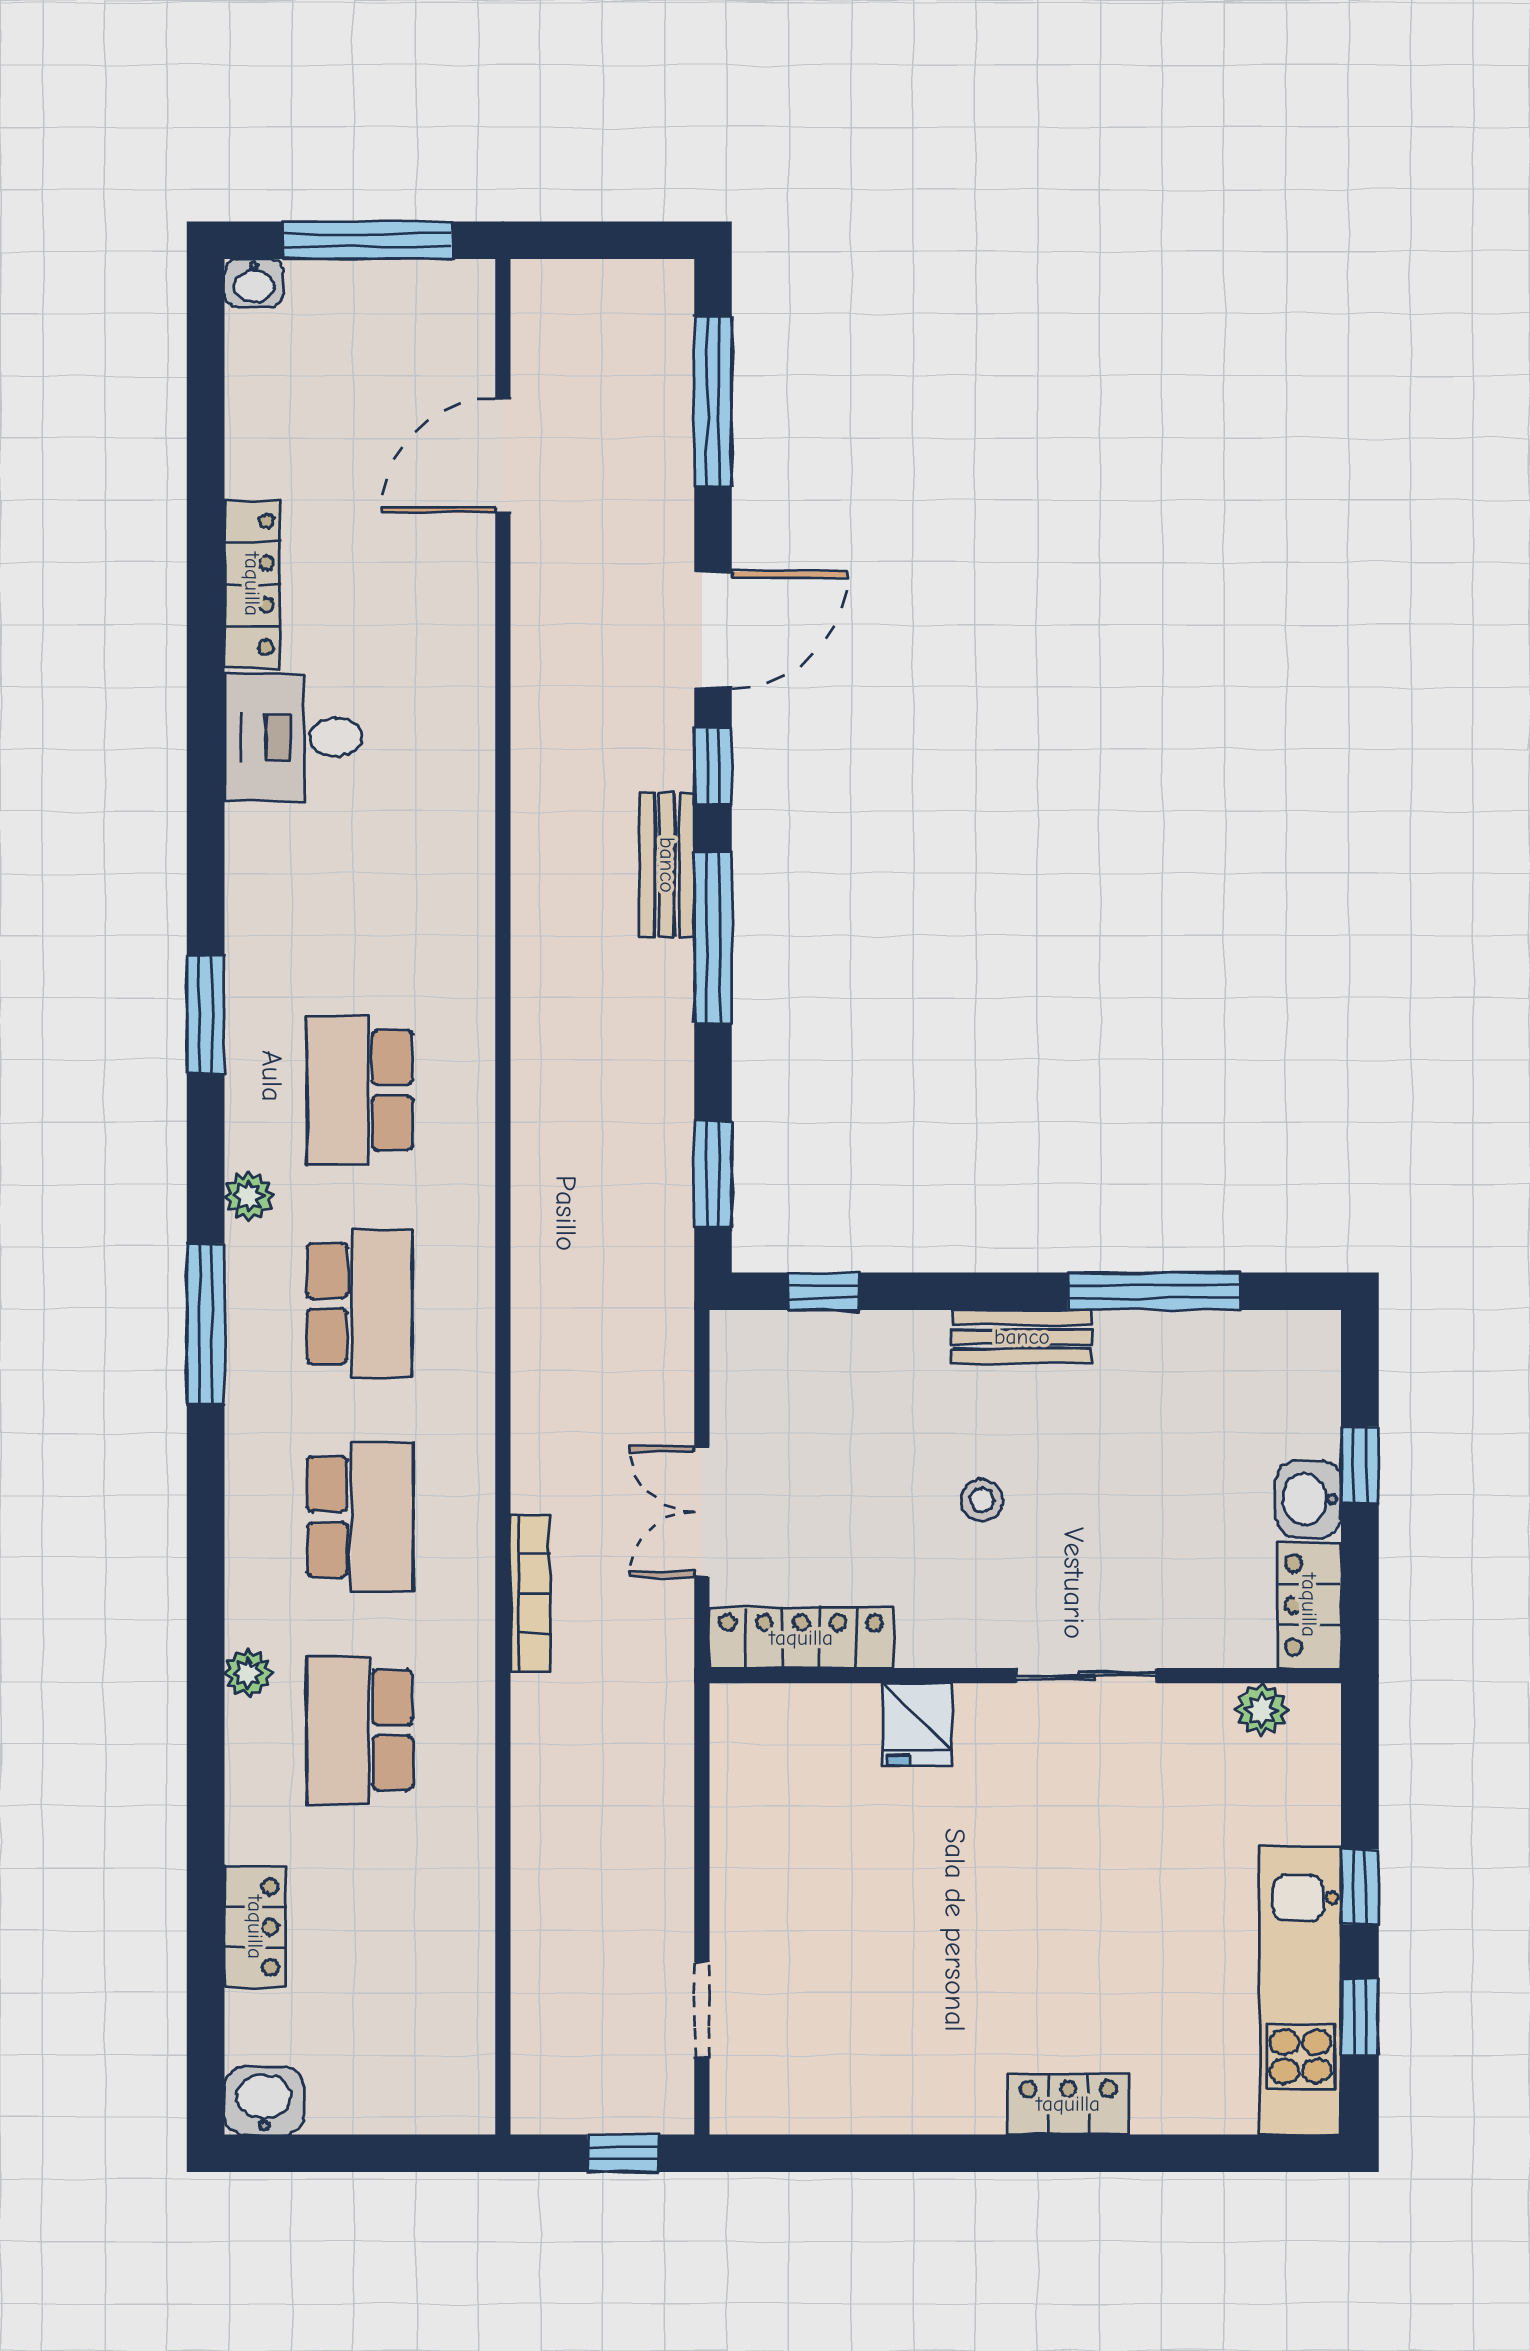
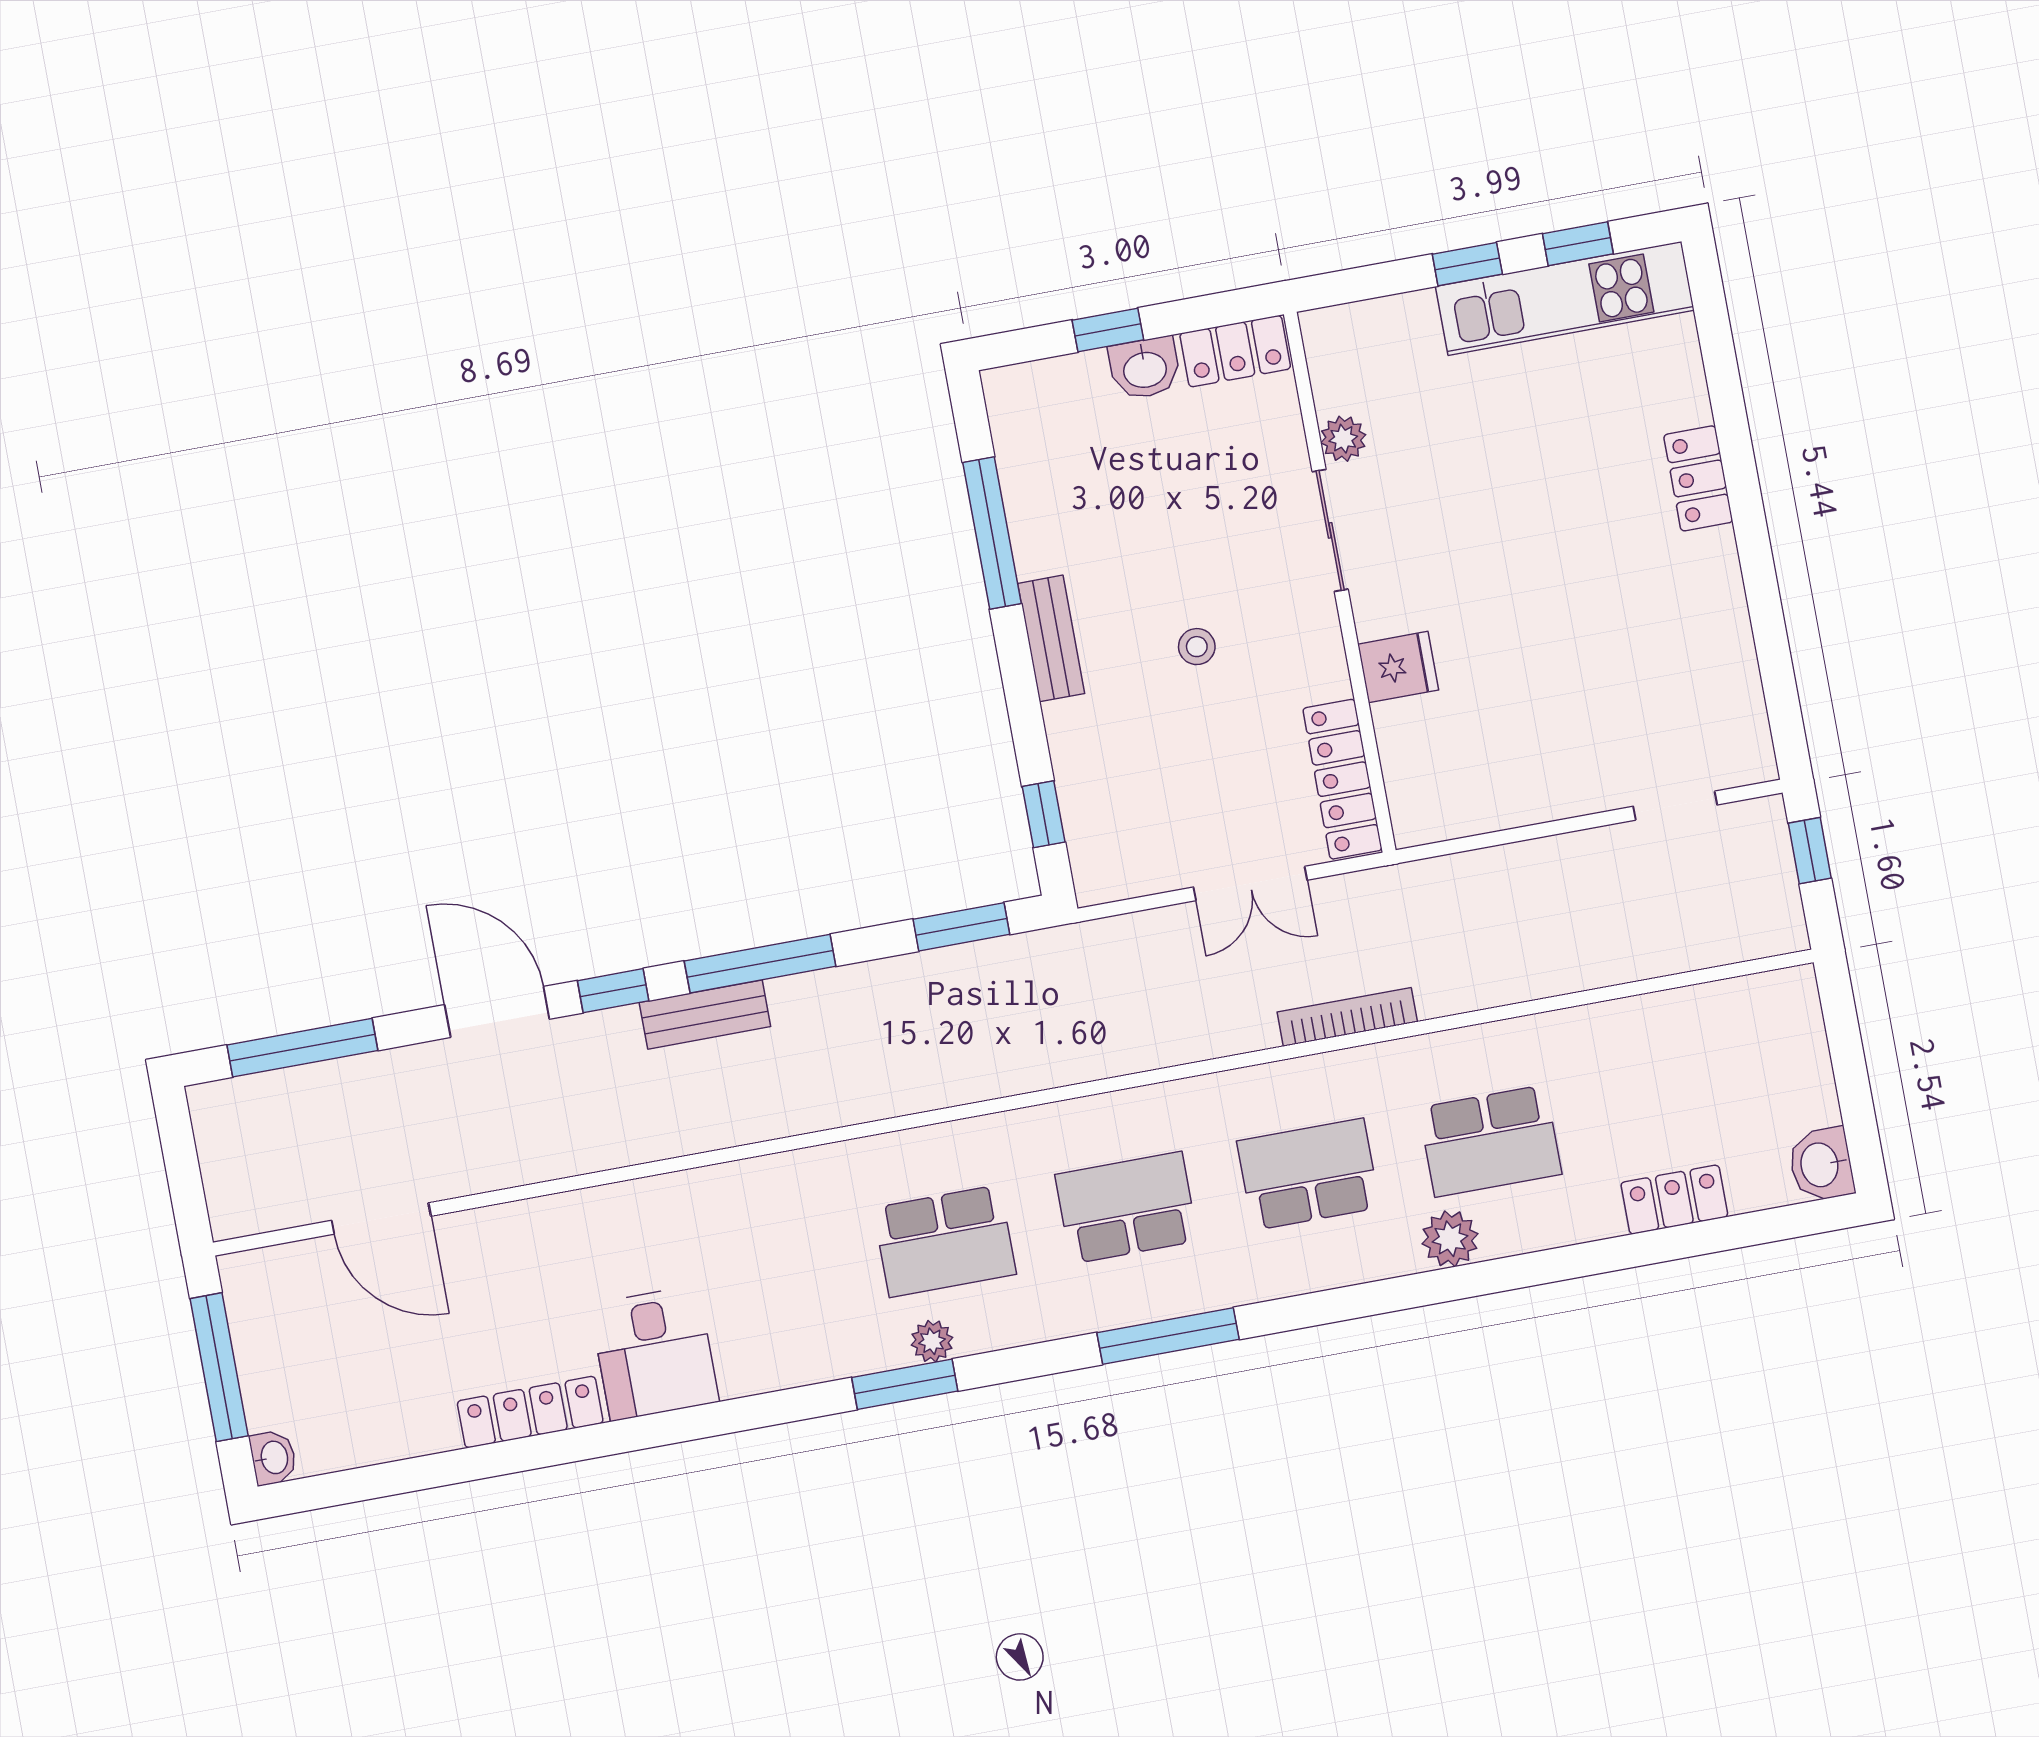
plant: (249, 1196) -> (932, 1341), moved
plant: (248, 1673) -> (1450, 1239), width x1.38, depth x1.38
plant: (1262, 1710) -> (1343, 439), moved

